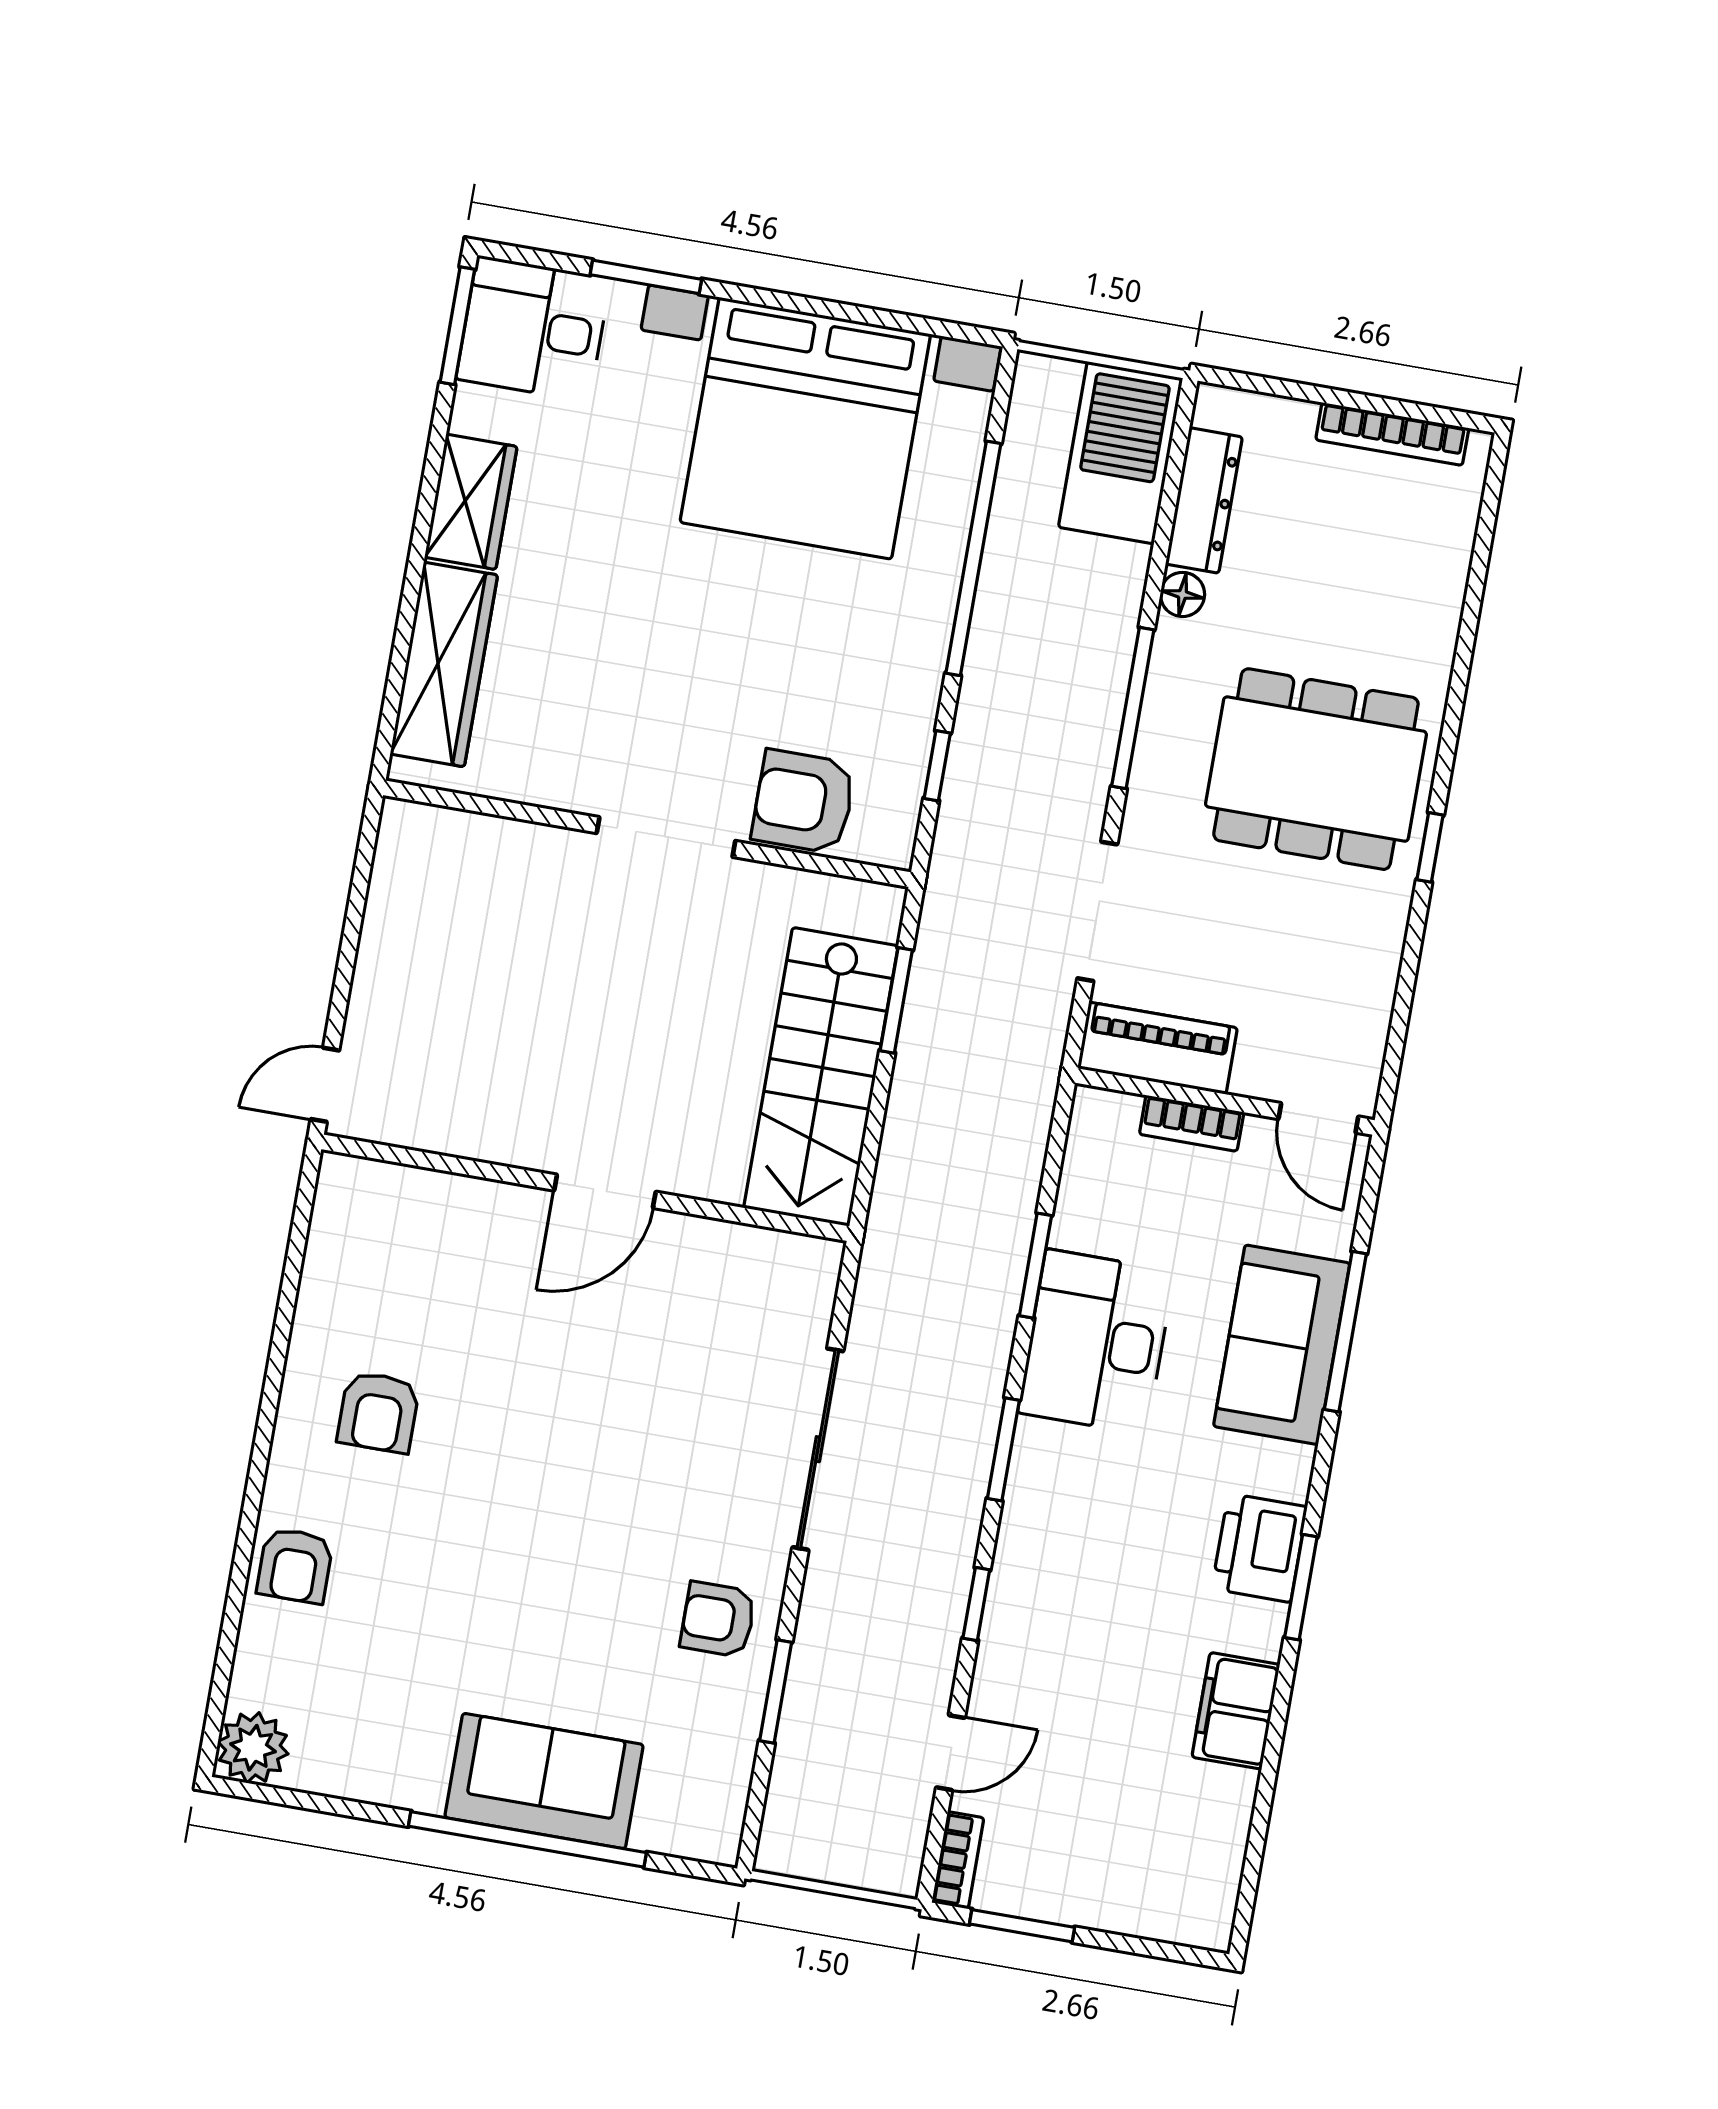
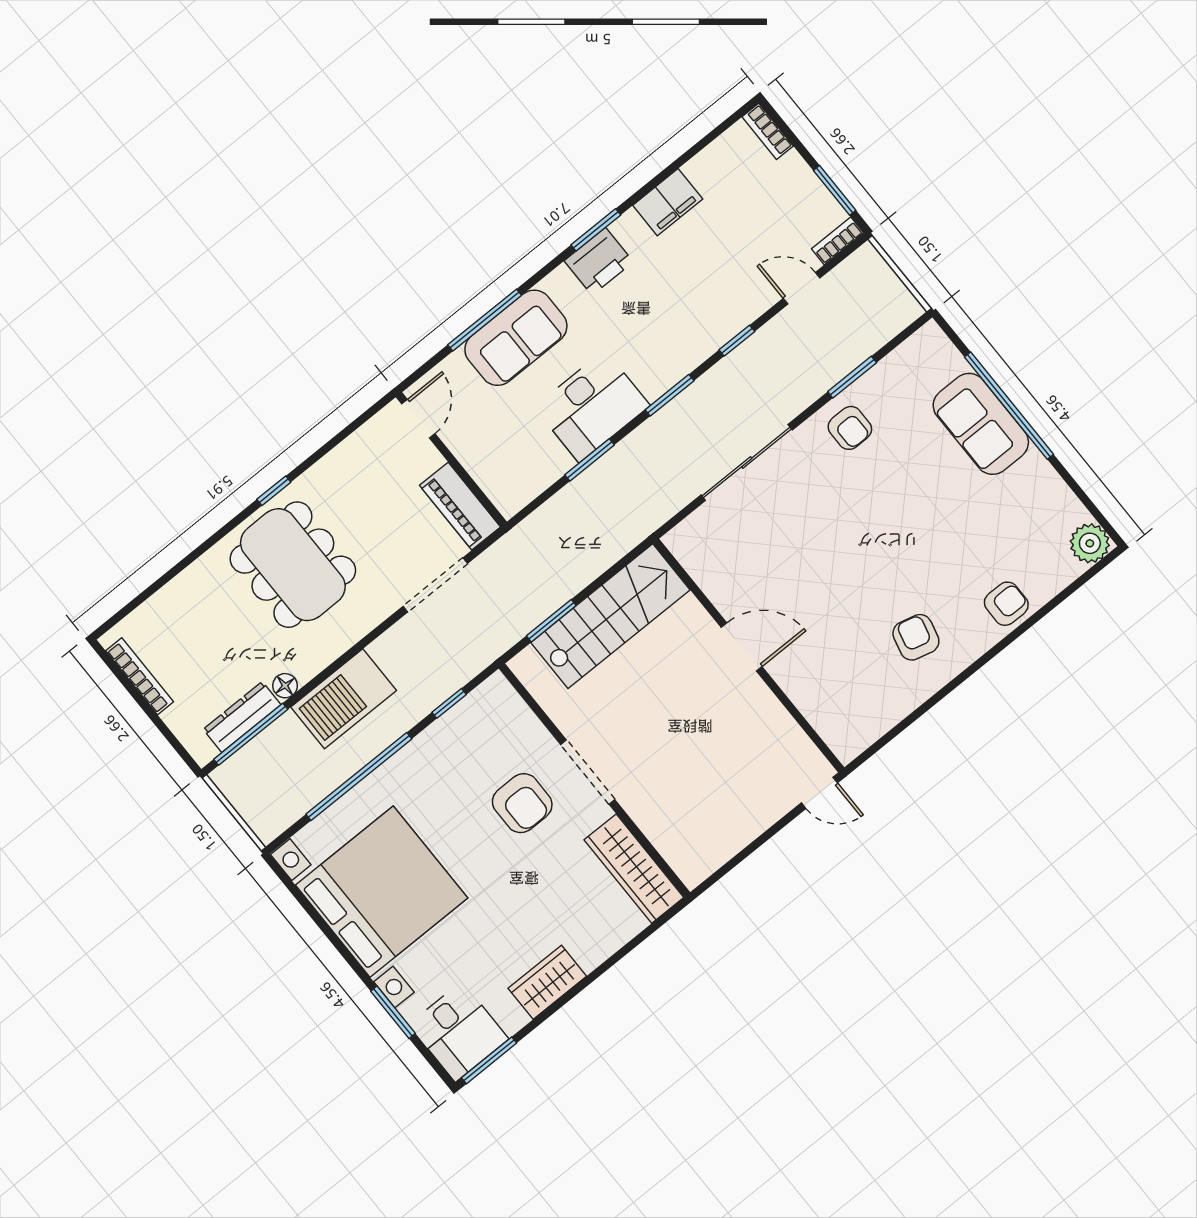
barbecue: (1121, 453) -> (344, 699), moved
wardrobe: (444, 664) -> (634, 869), moved, turned -90
window: (1133, 708) -> (251, 734), moved
armchair: (804, 802) -> (522, 803), moved
bookcase: (1192, 1123) -> (768, 131), moved, turned 180
armchair: (378, 1412) -> (916, 637), turned -76

